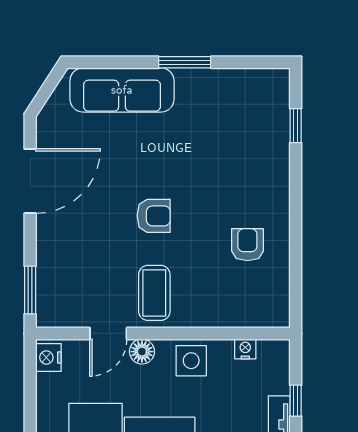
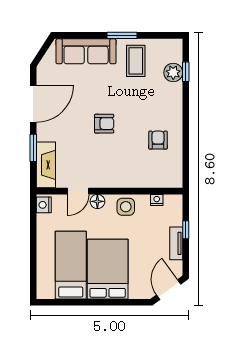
plant: (274, 127) -> (173, 73), added
fireplace: (52, 288) -> (46, 165), added
window: (30, 290) -> (33, 148), moved
coffee table: (154, 293) -> (136, 61), moved

